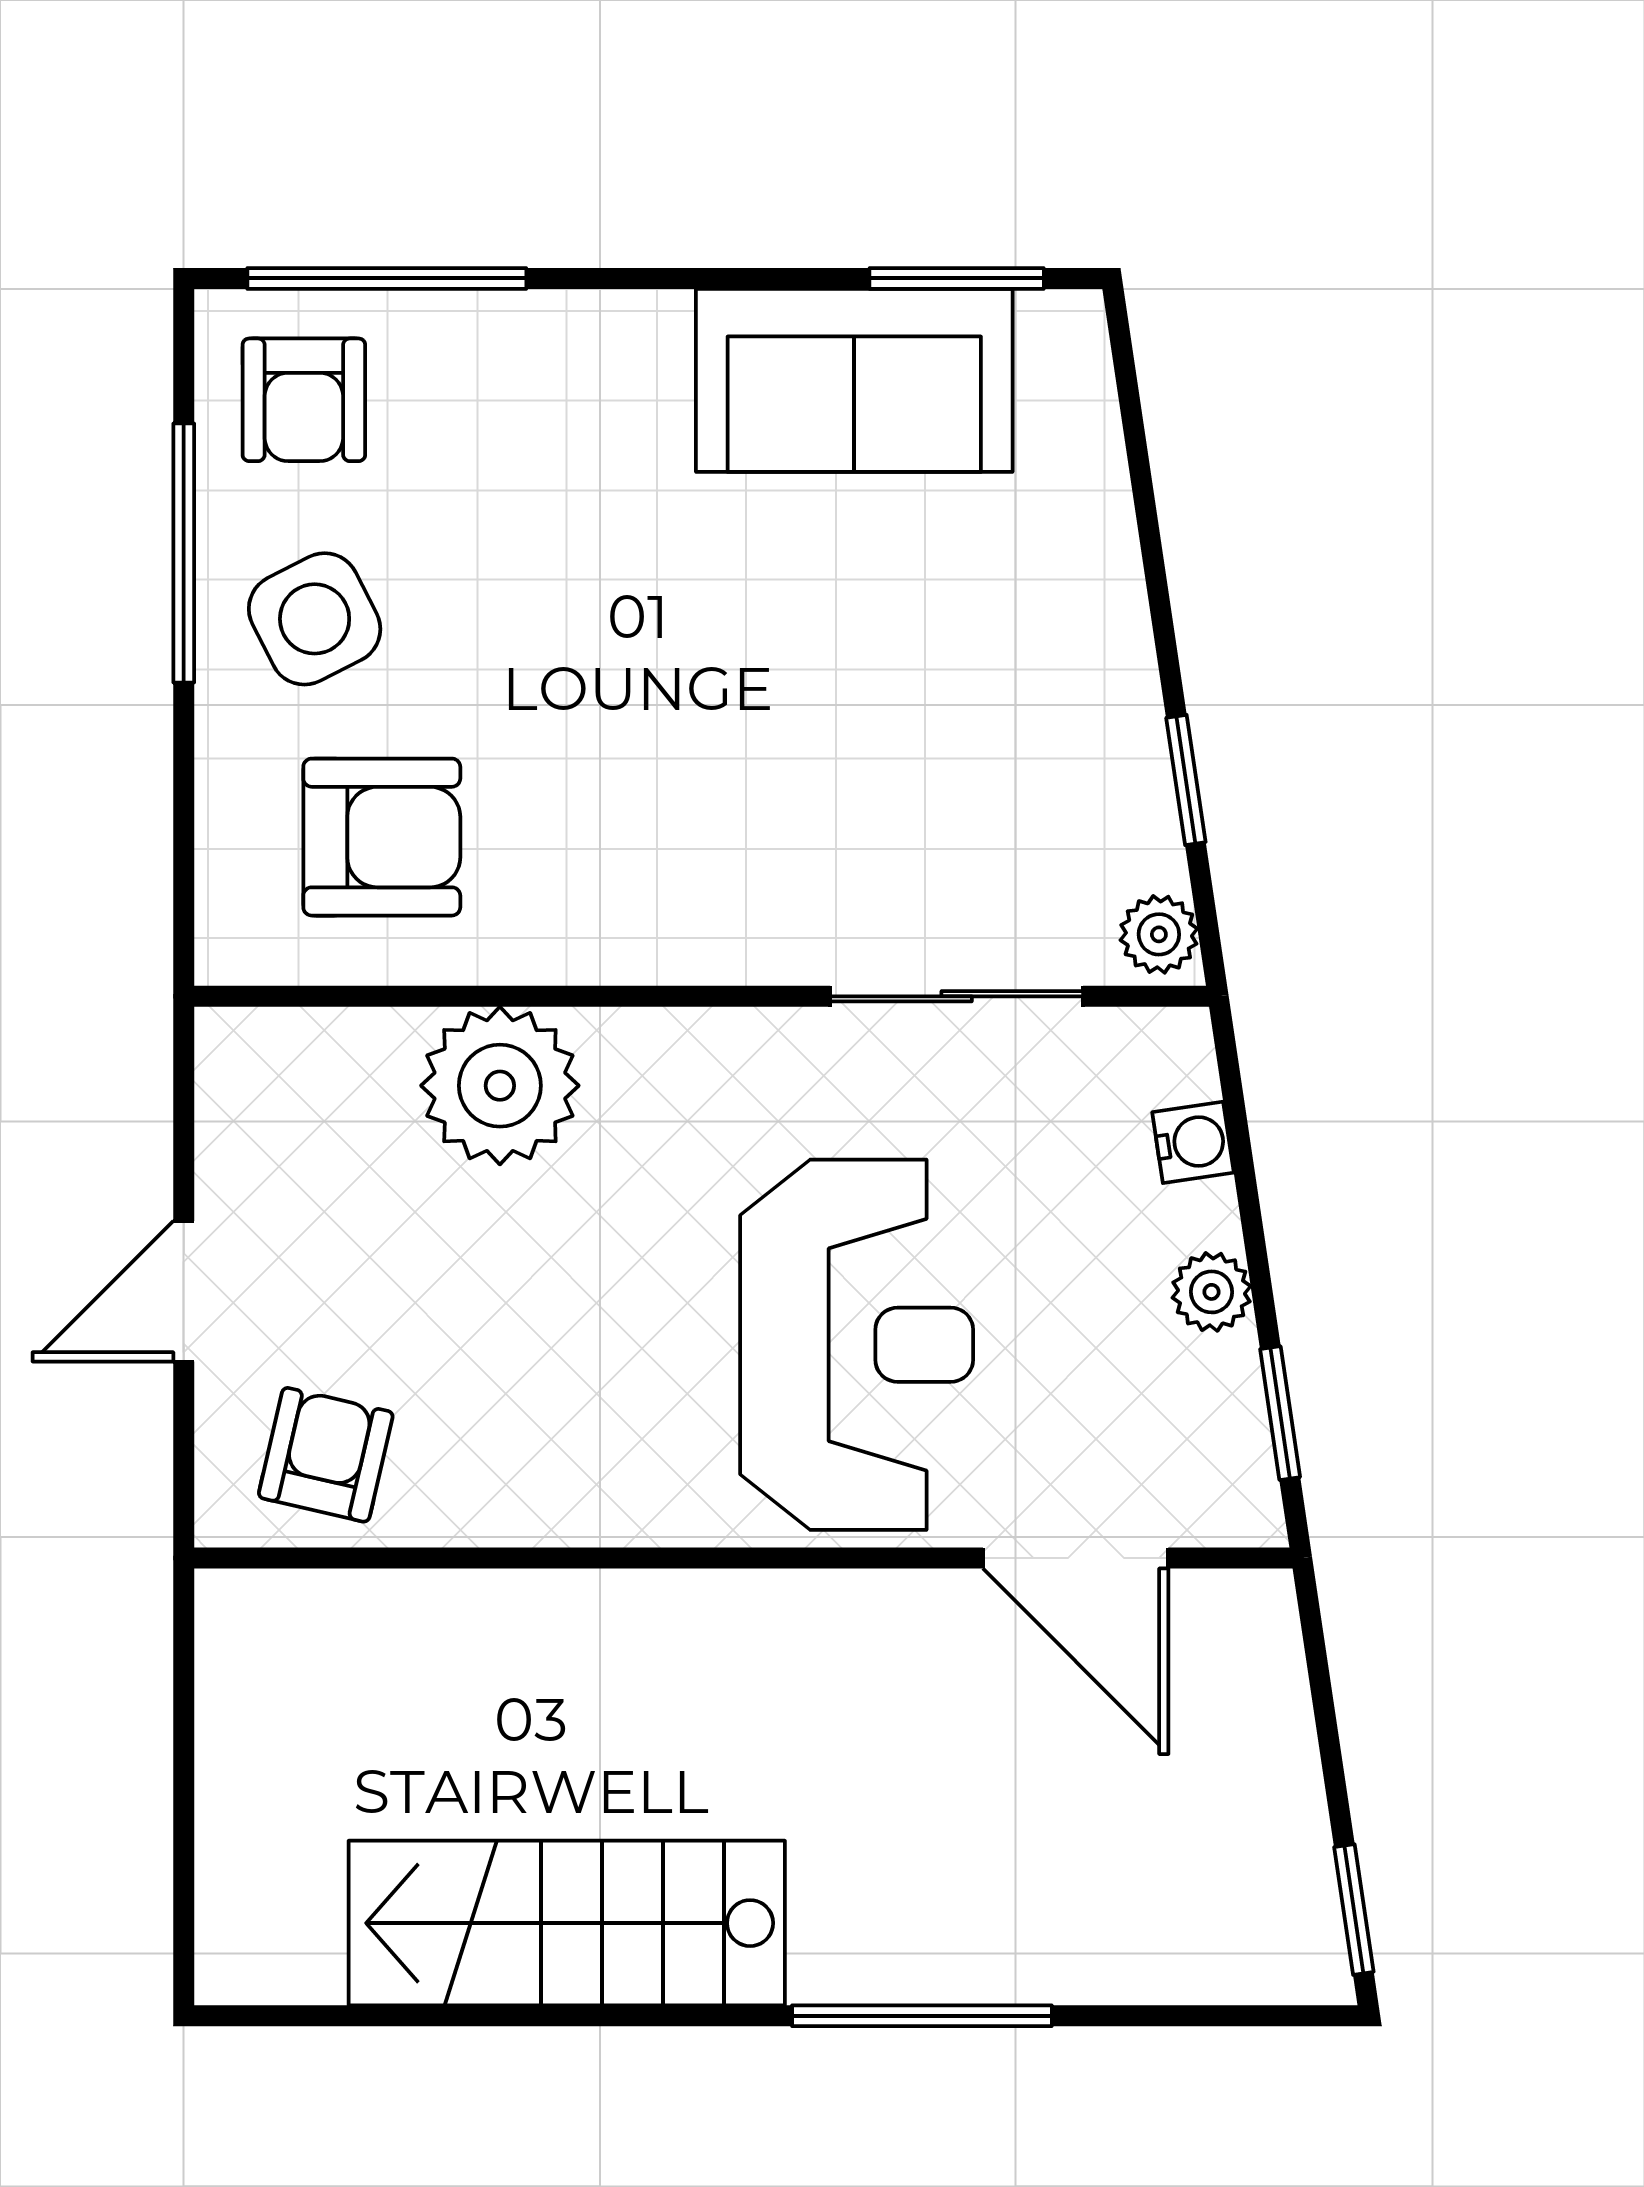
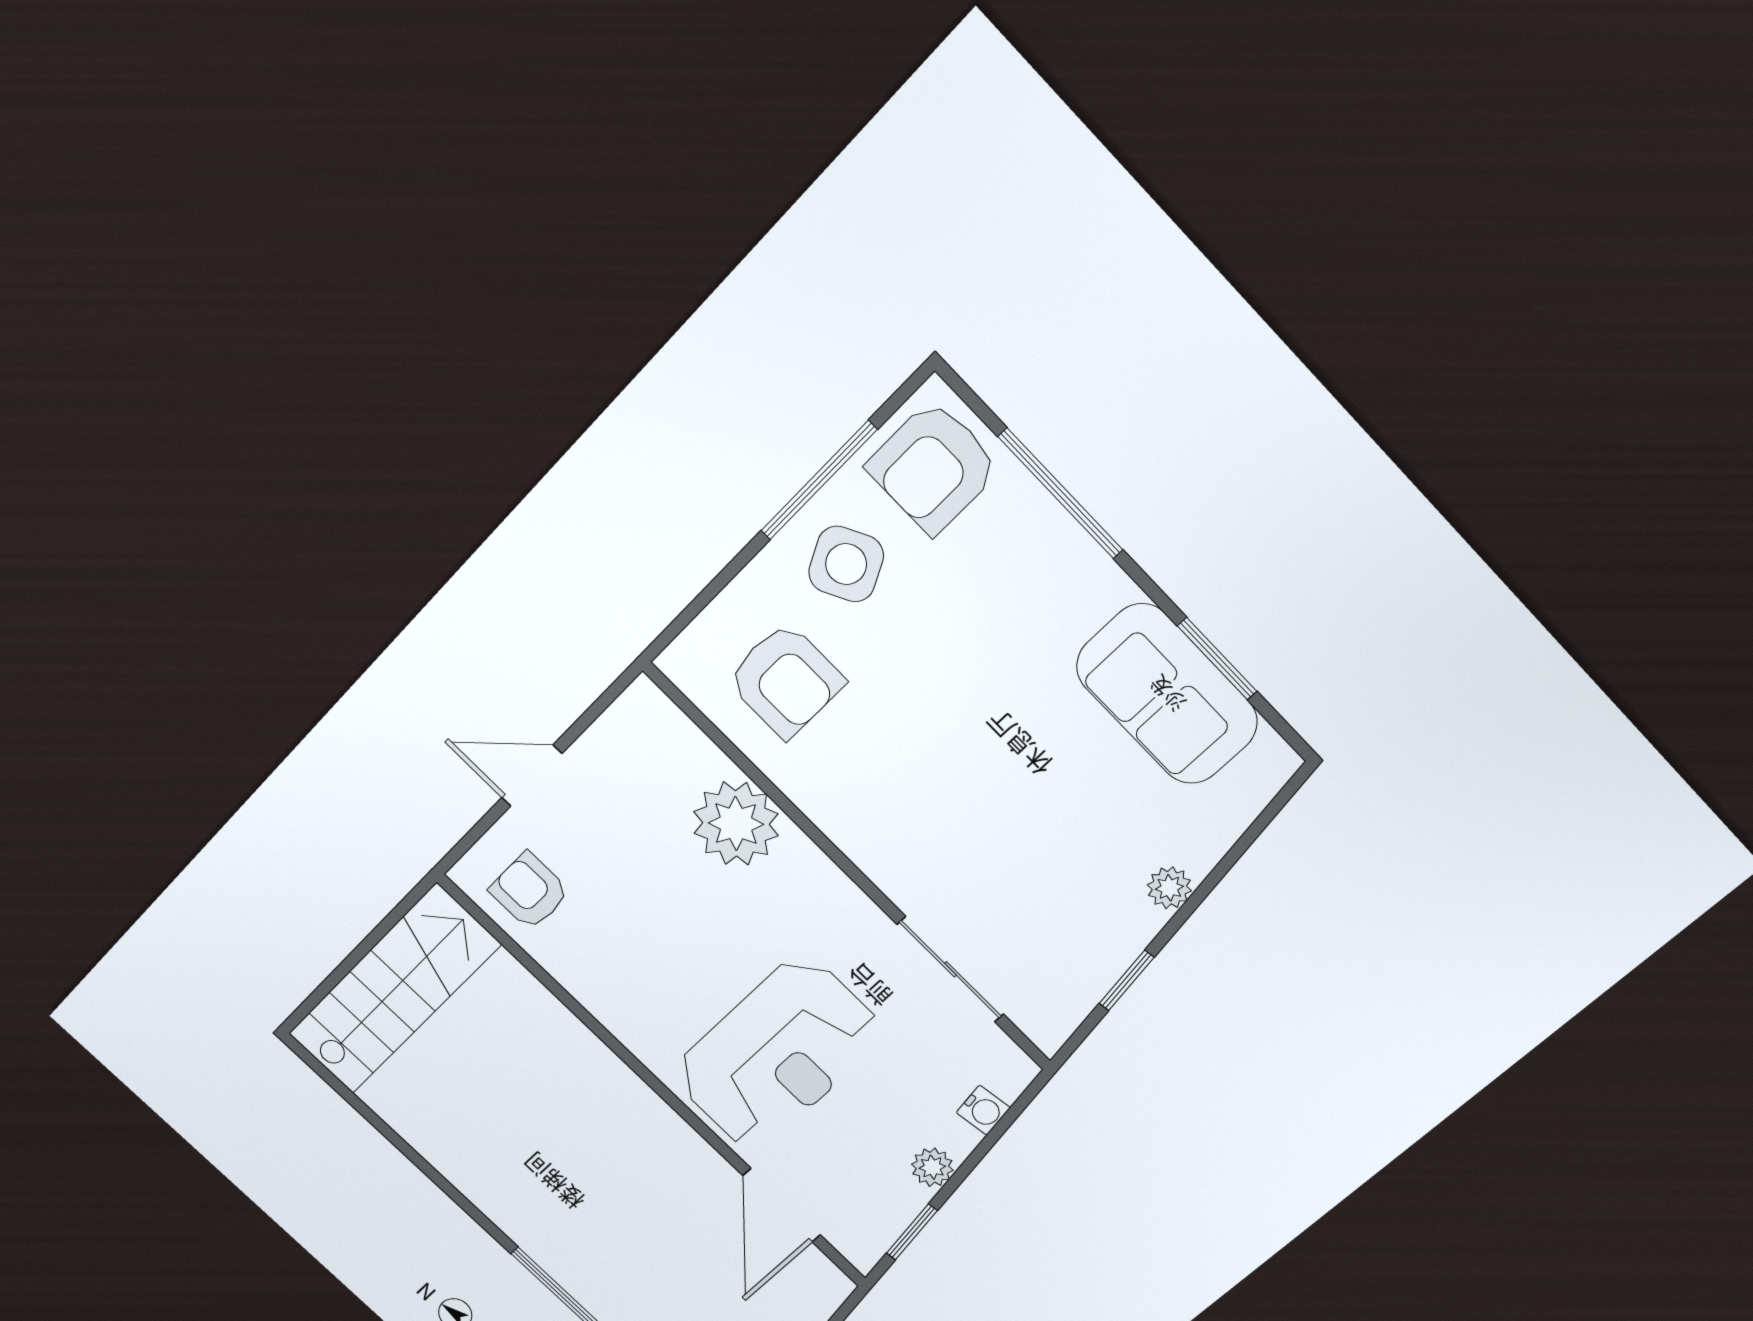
window: (387, 278) -> (1061, 493), moved
window: (957, 278) -> (1217, 659), moved
armchair: (304, 400) -> (933, 467), width x1.38, depth x1.38
plant: (1159, 934) -> (1169, 888), moved
armchair: (326, 1455) -> (529, 891), turned -103
stairs: (567, 1923) -> (394, 990), moved, turned 90

